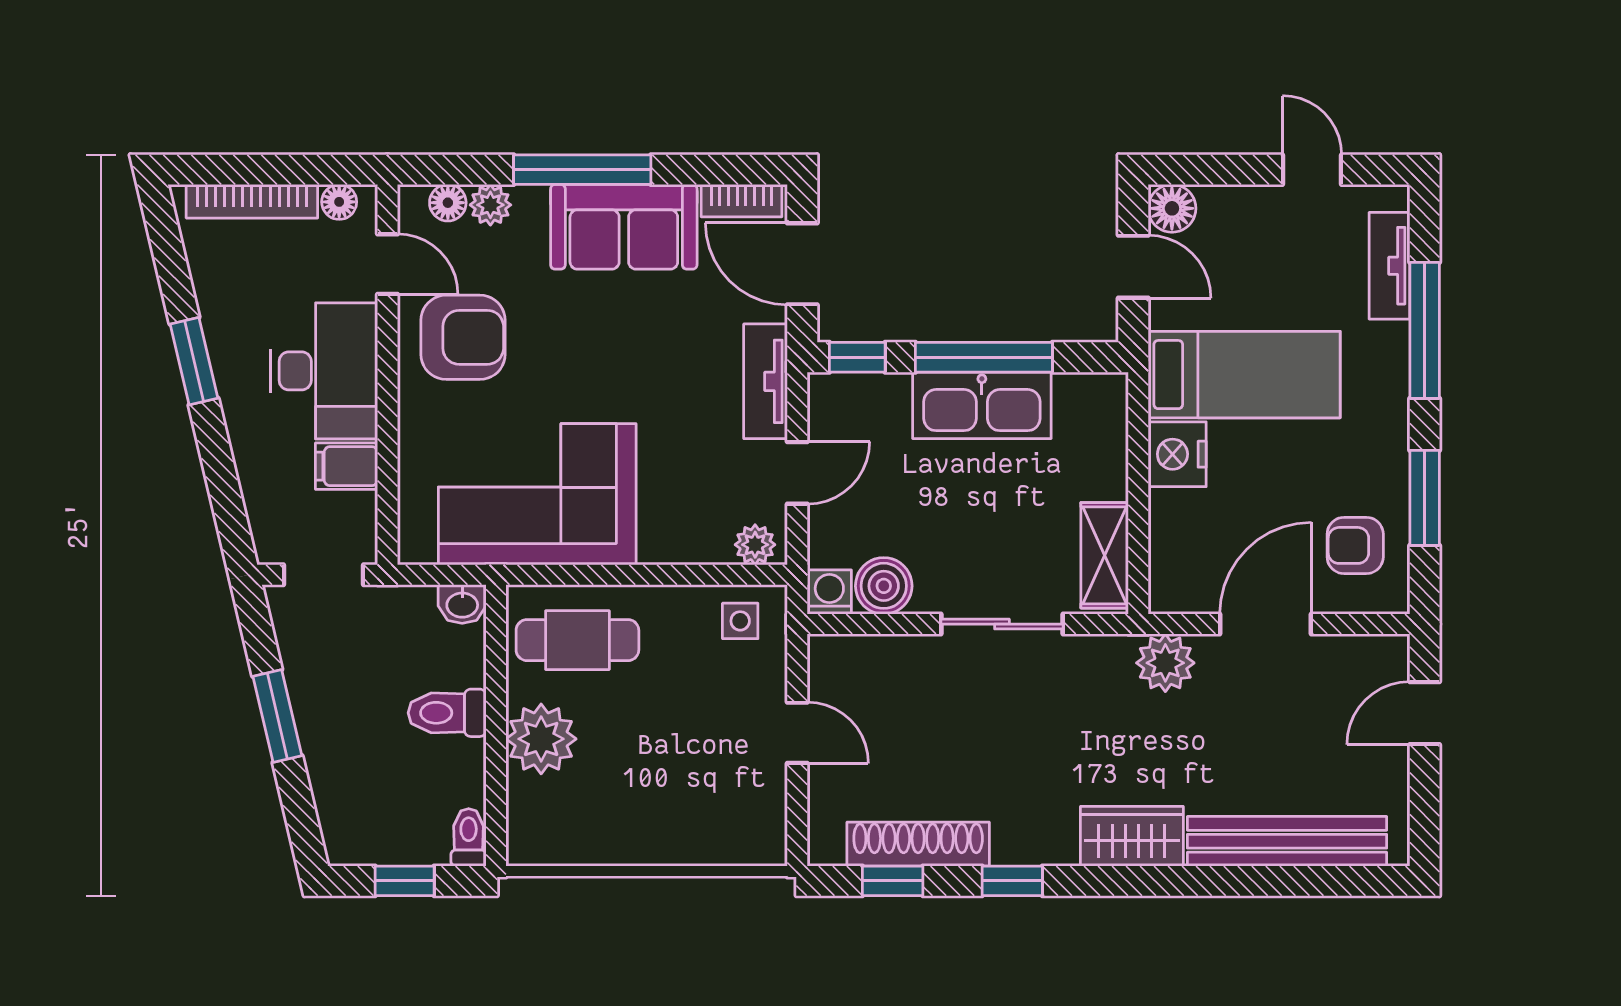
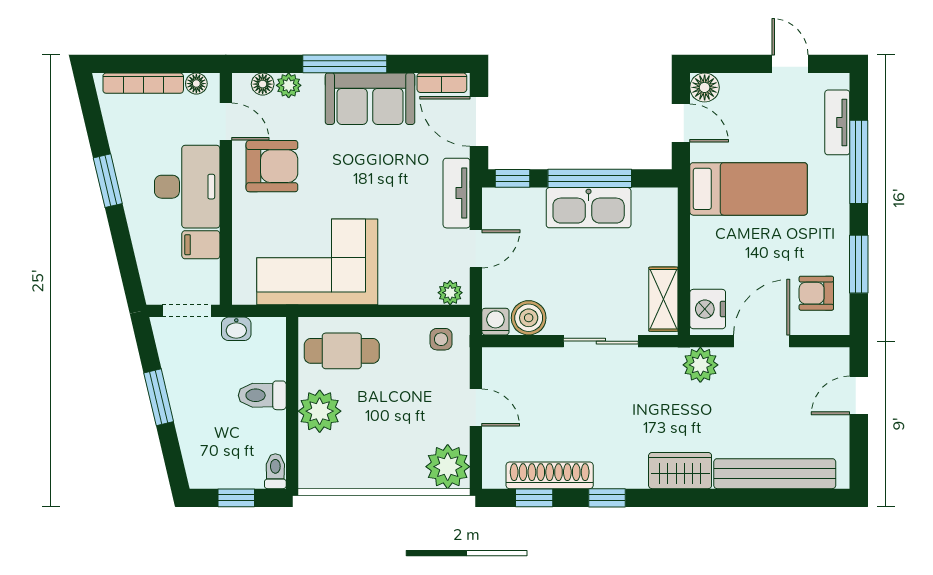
nightstand: (1177, 454) -> (708, 309), moved
washbasin: (462, 604) -> (236, 329), moved
plant: (751, 830) -> (448, 467), added

